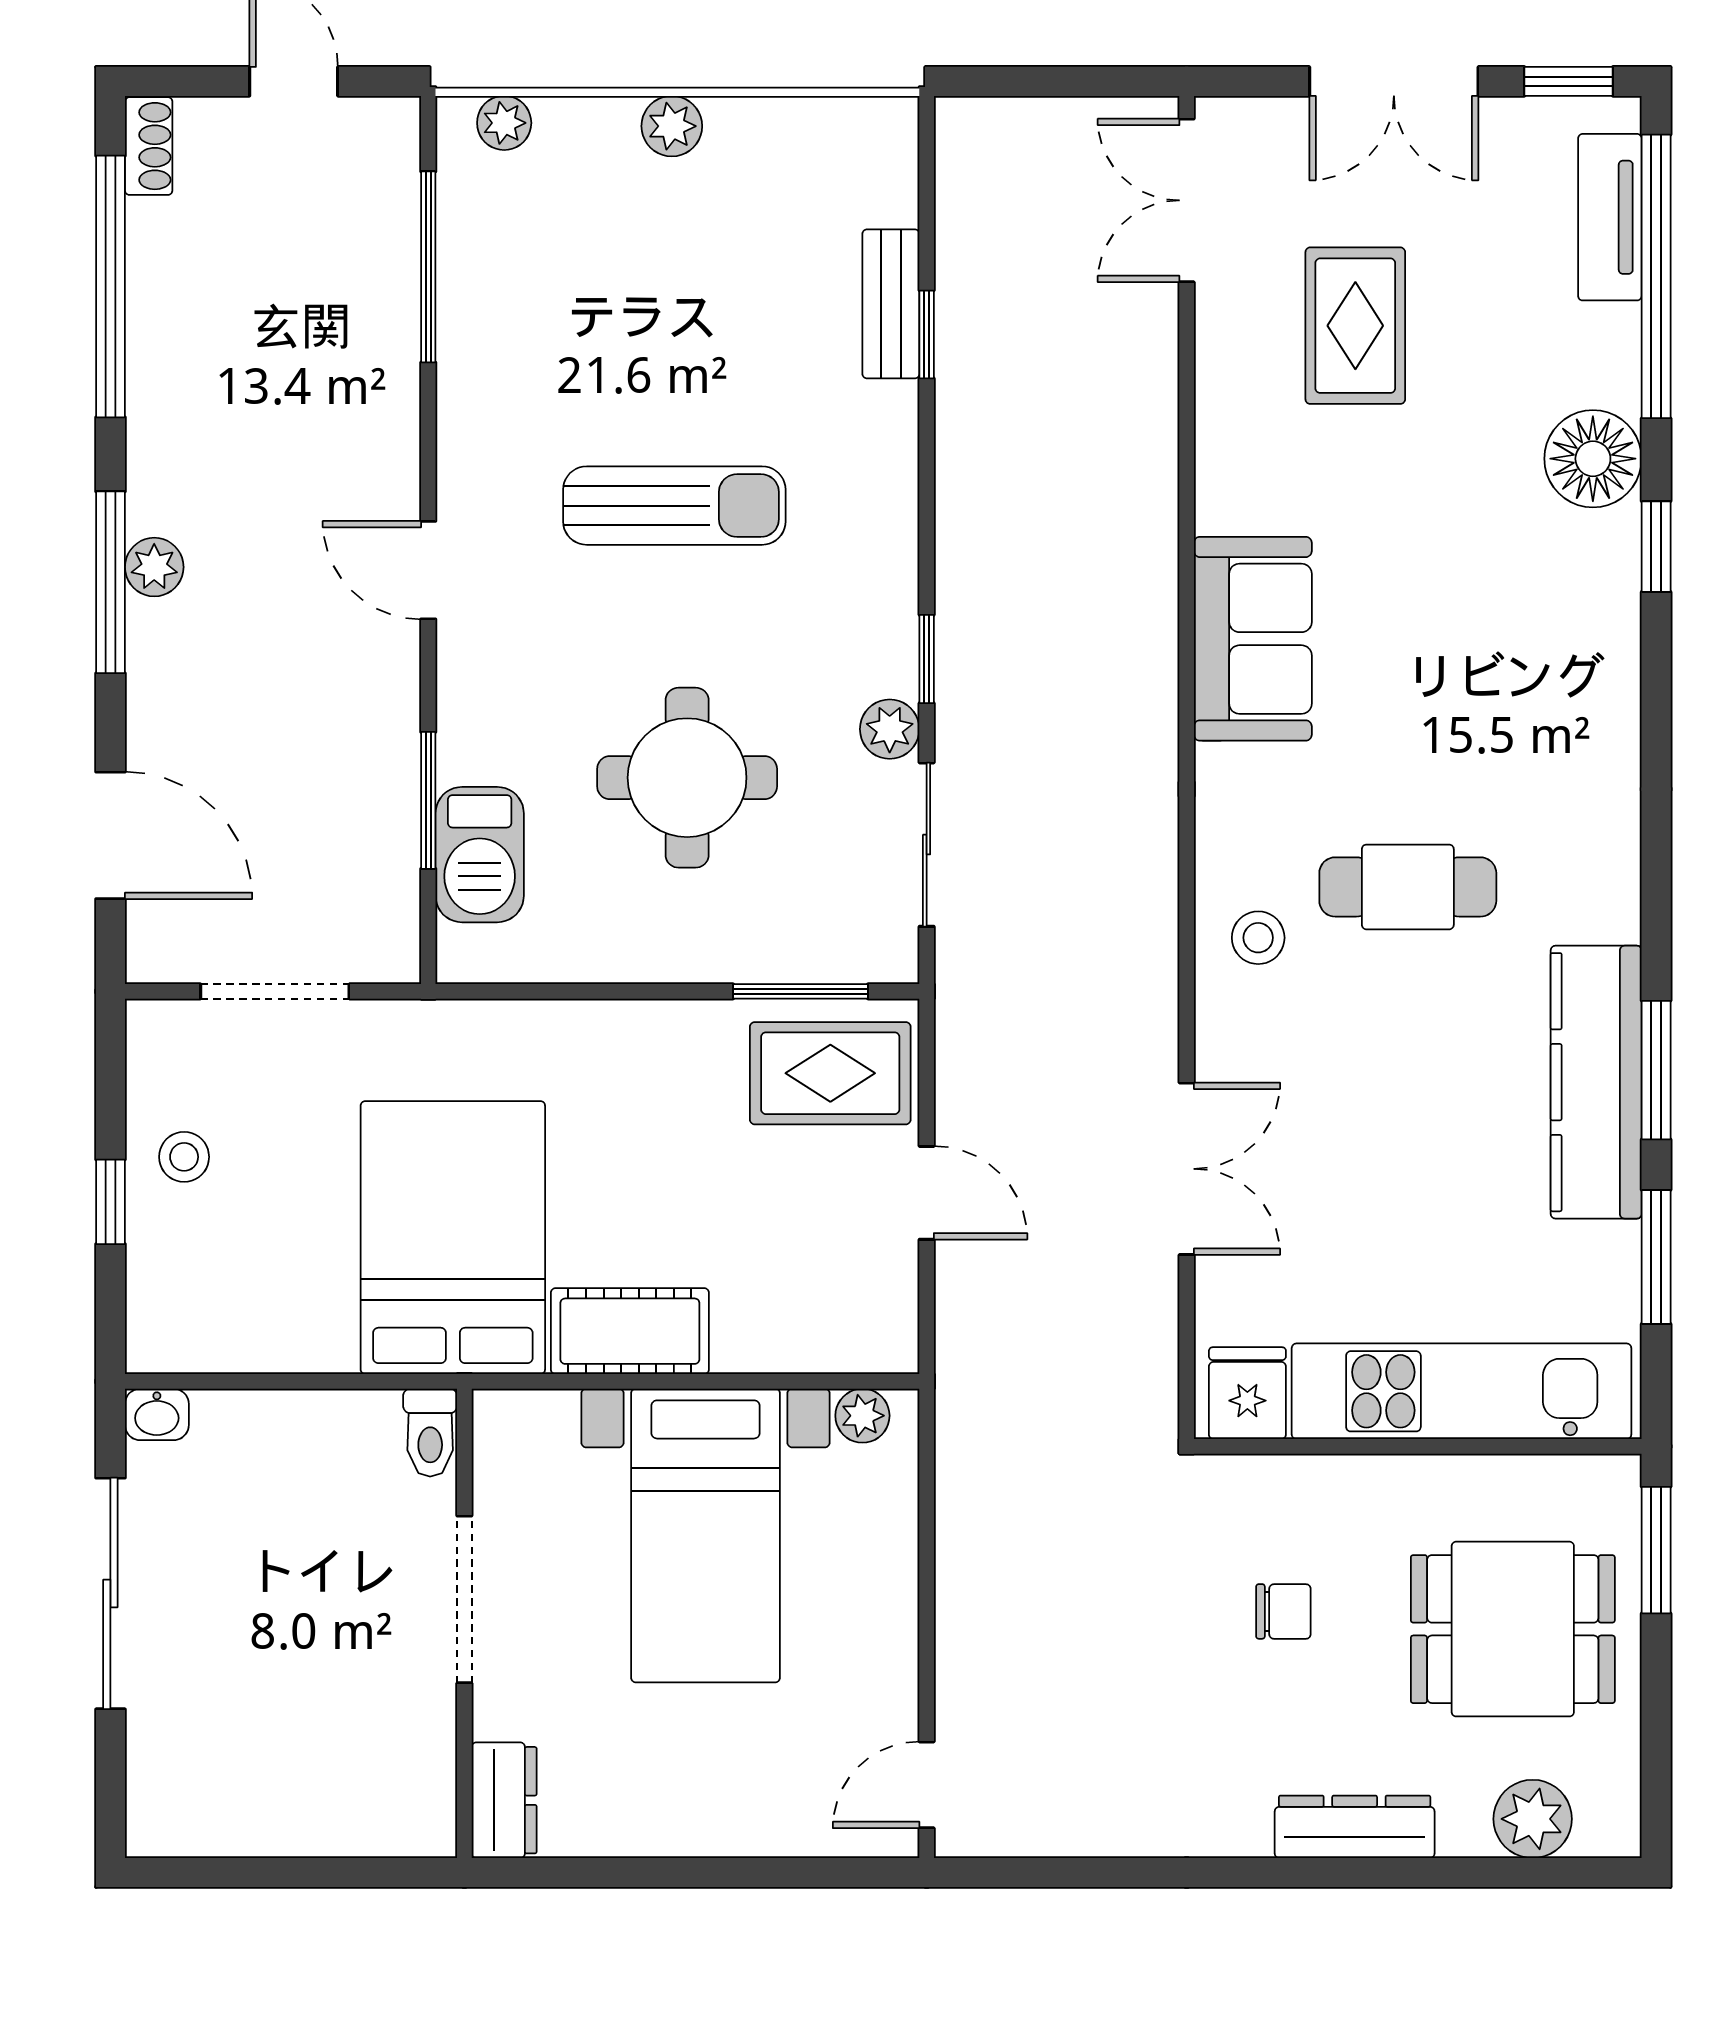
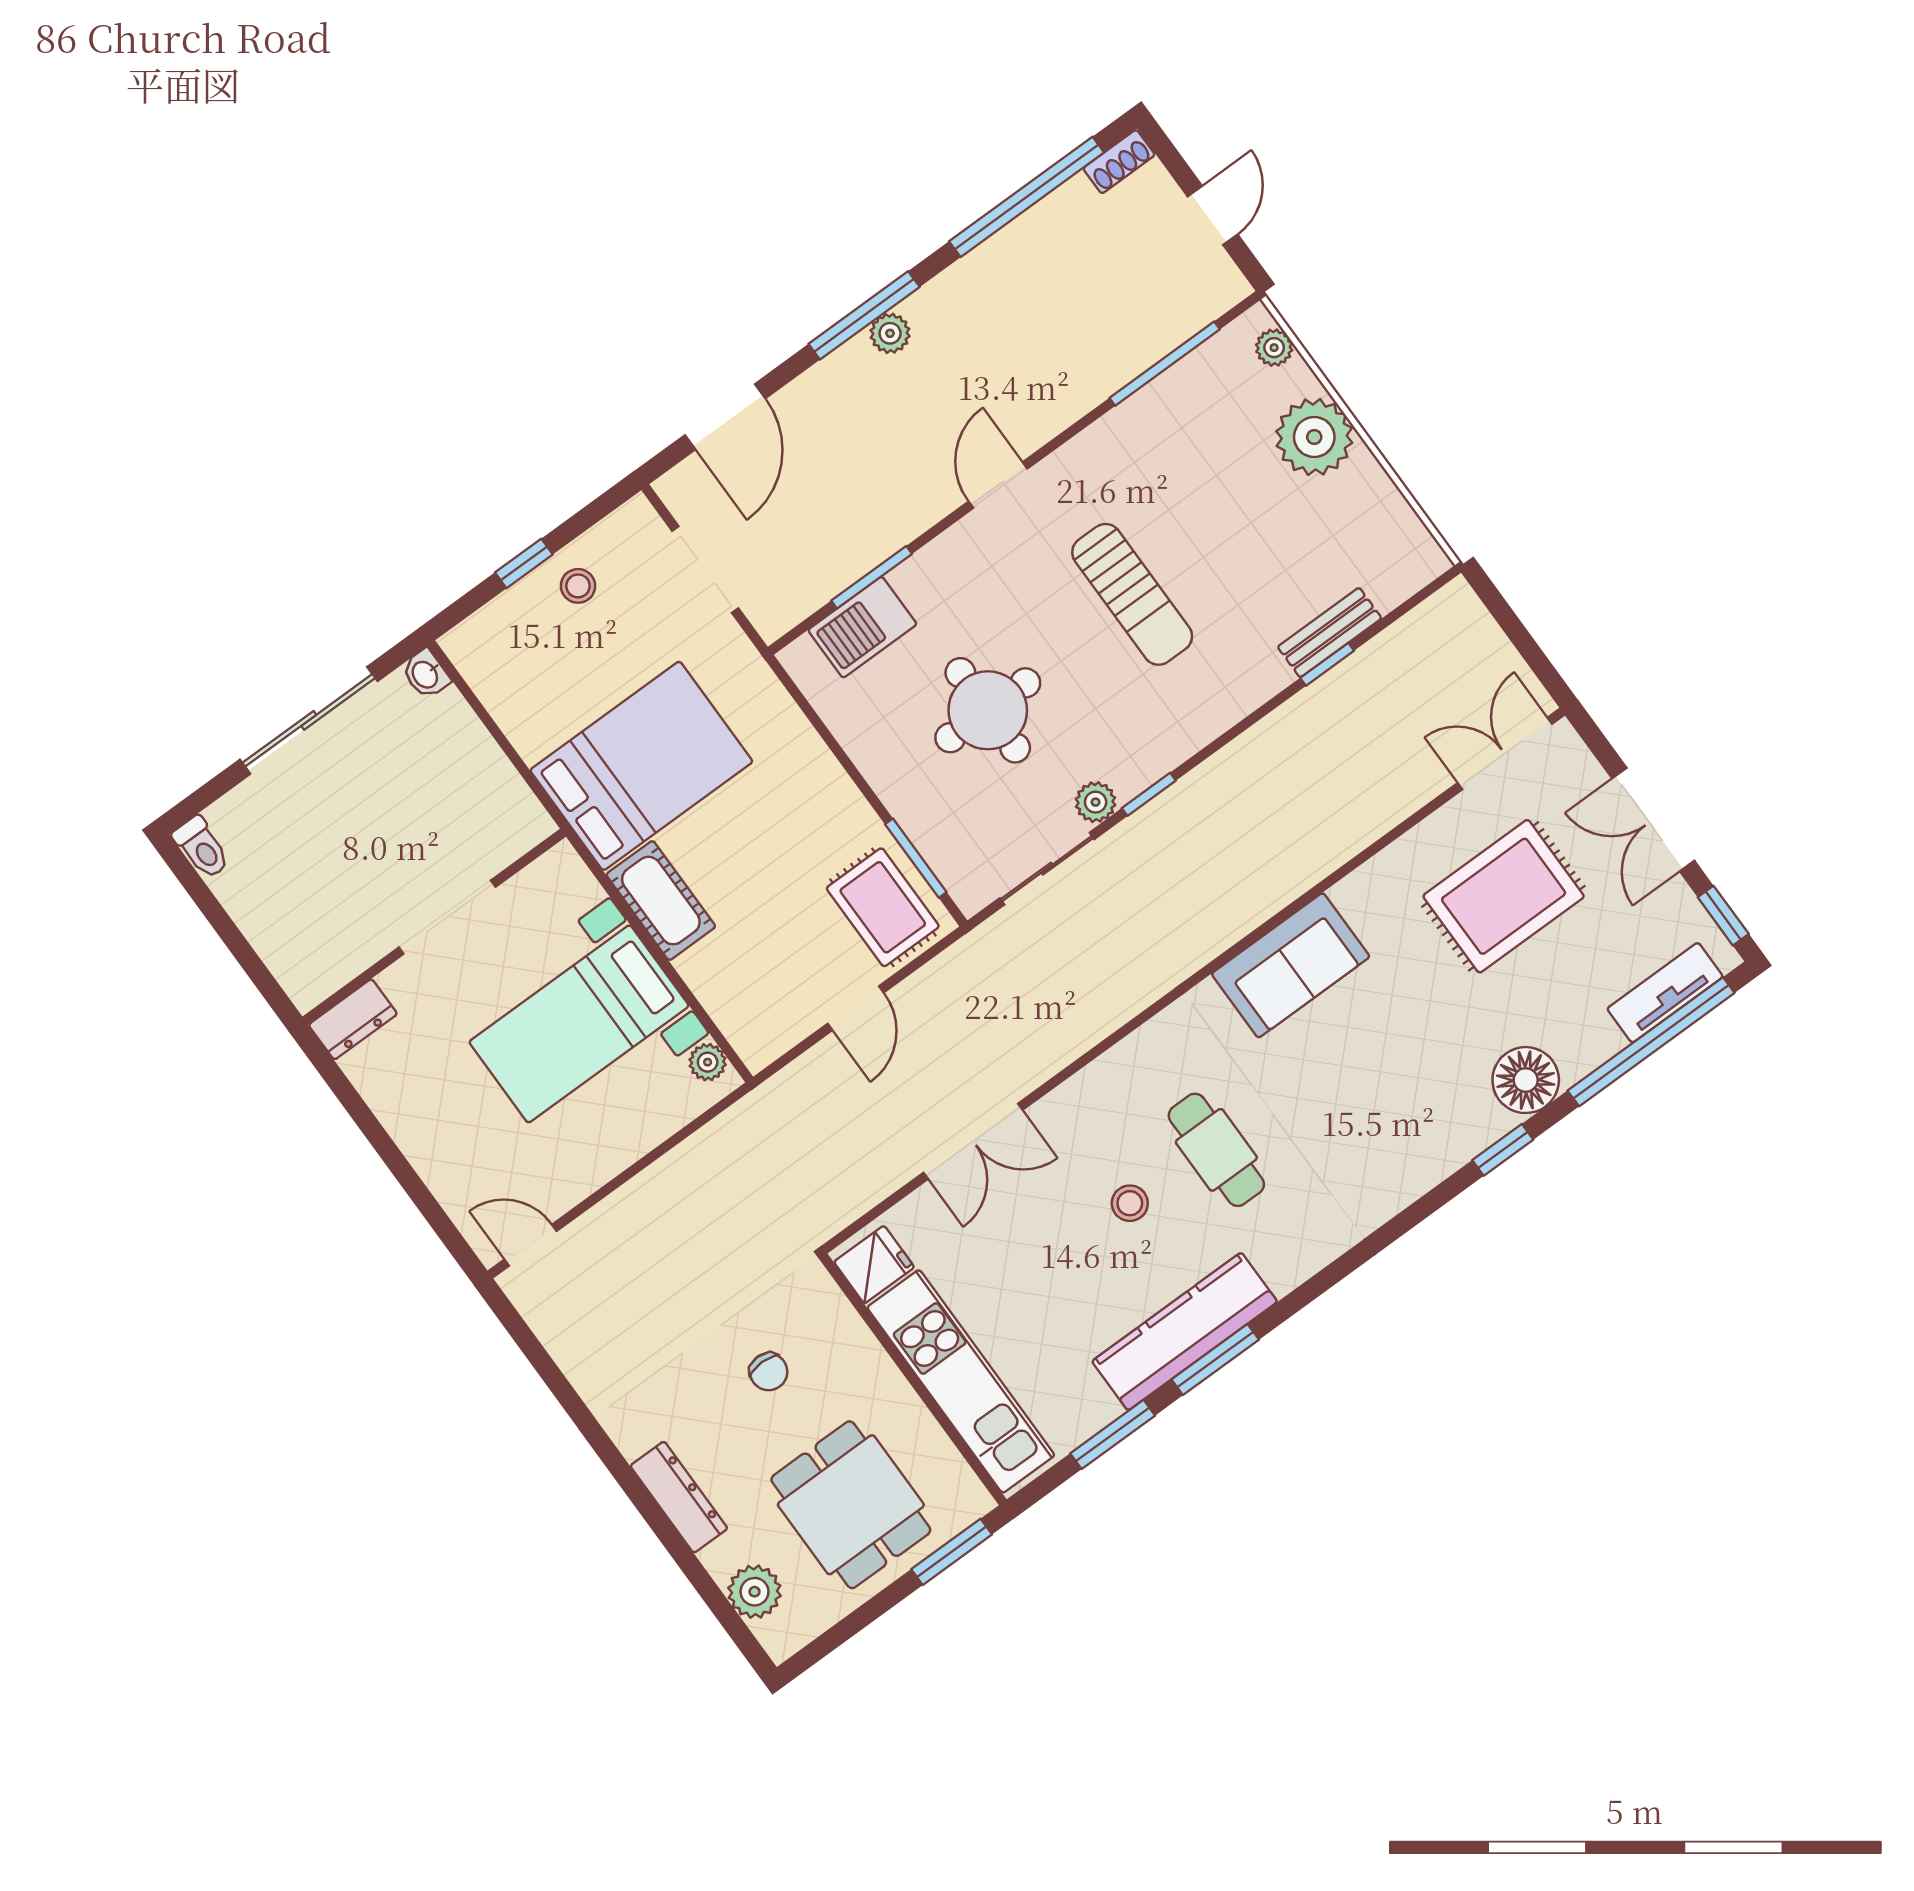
plant: (672, 126) -> (1314, 437), width x1.88, depth x1.88
rug: (1355, 326) -> (1504, 896), width x1.36, depth x1.43
stool: (1258, 938) -> (1130, 1203), moved
toilet: (430, 1433) -> (202, 848), moved, turned -90

